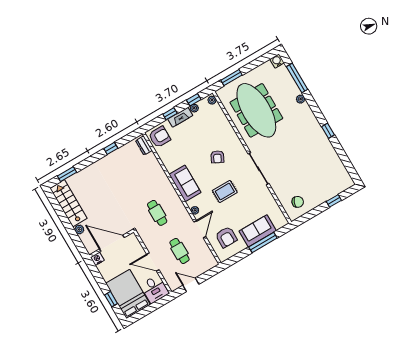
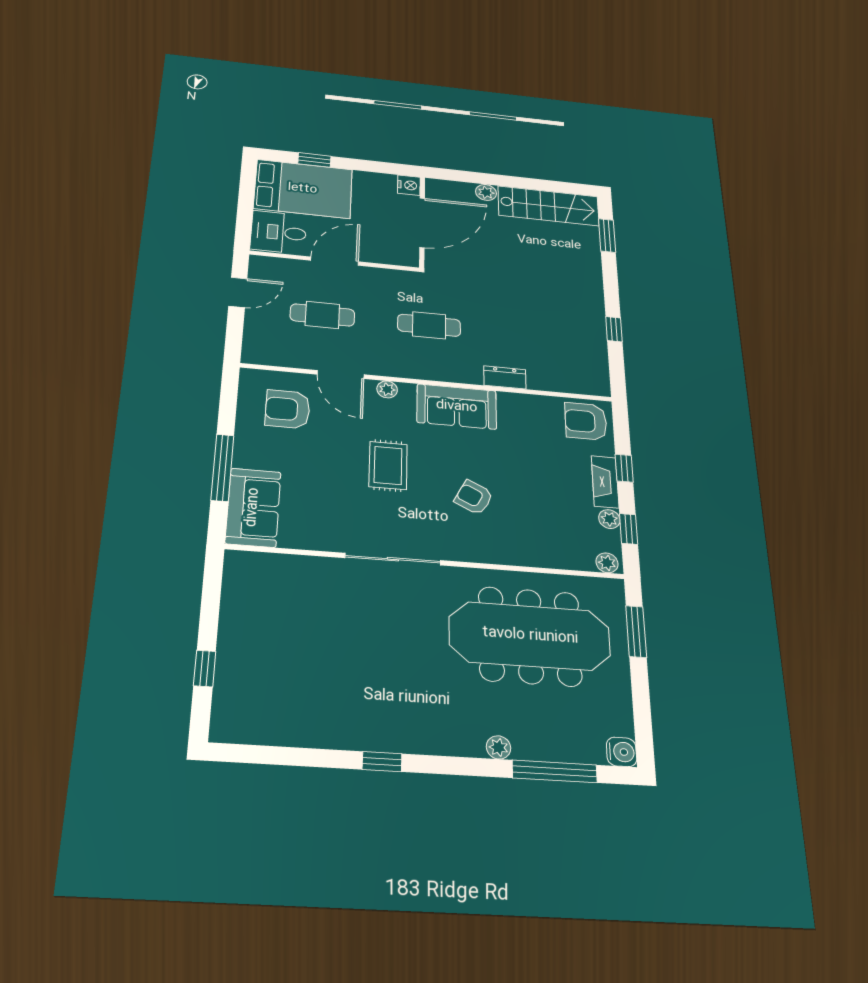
armchair: (160, 137) -> (586, 421), turned 90
dresser: (144, 146) -> (505, 377), moved
chair: (298, 202) -> (260, 591), removed
sofa: (258, 231) -> (253, 507), moved

